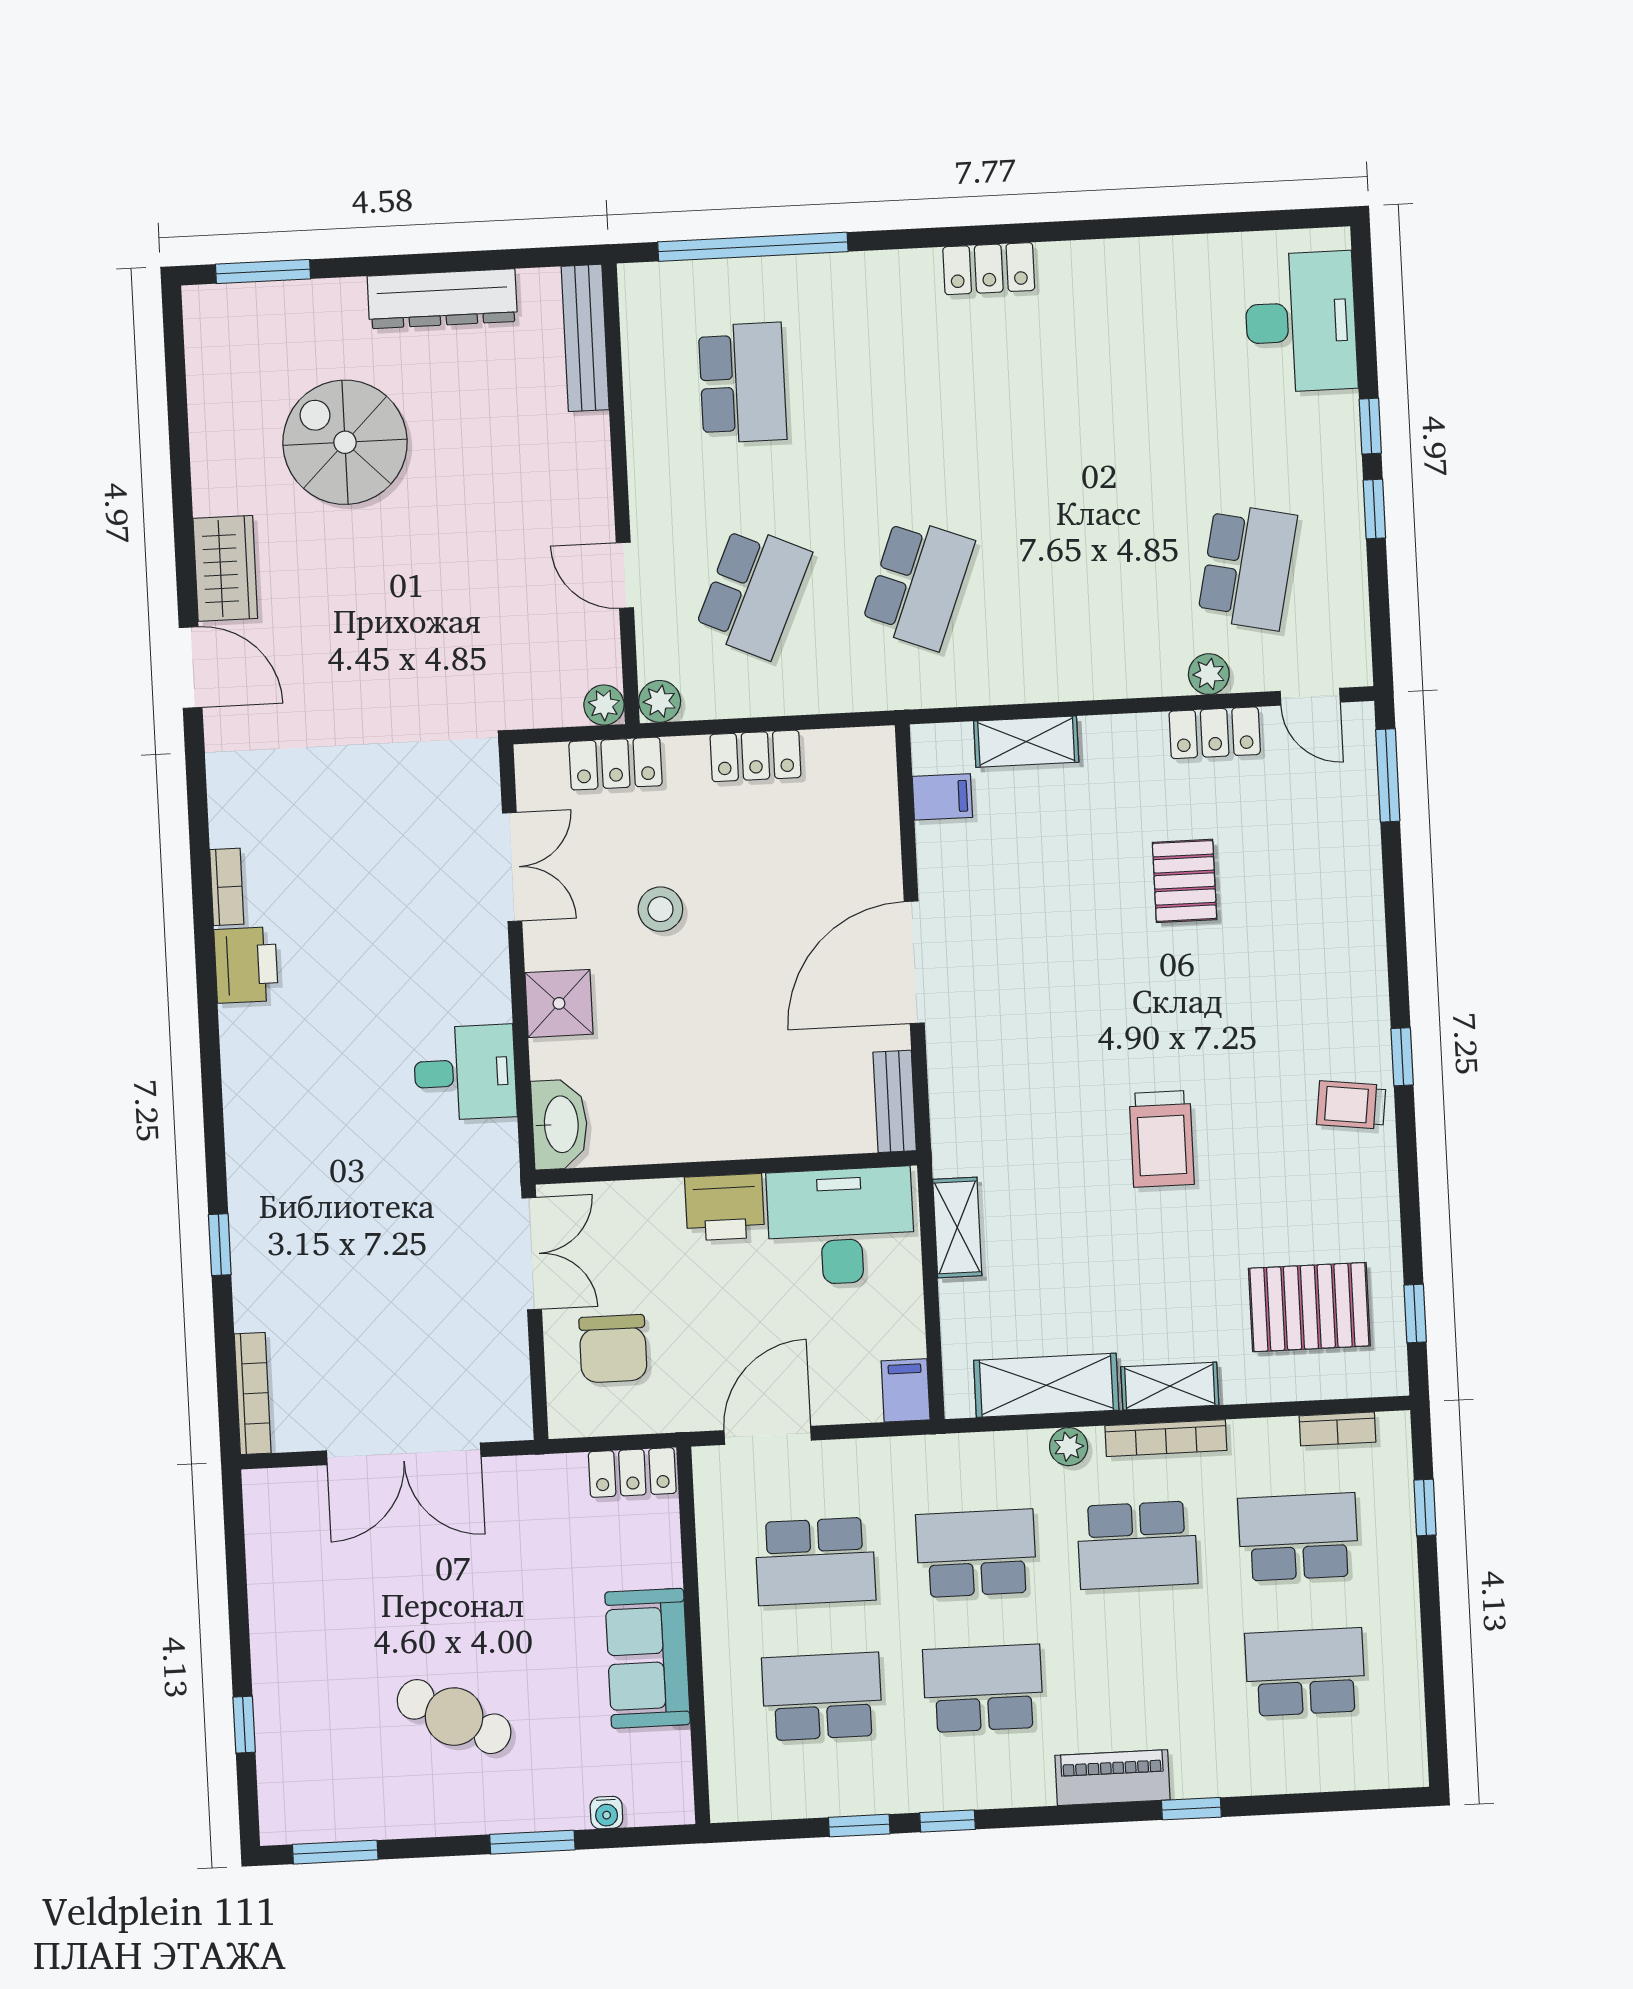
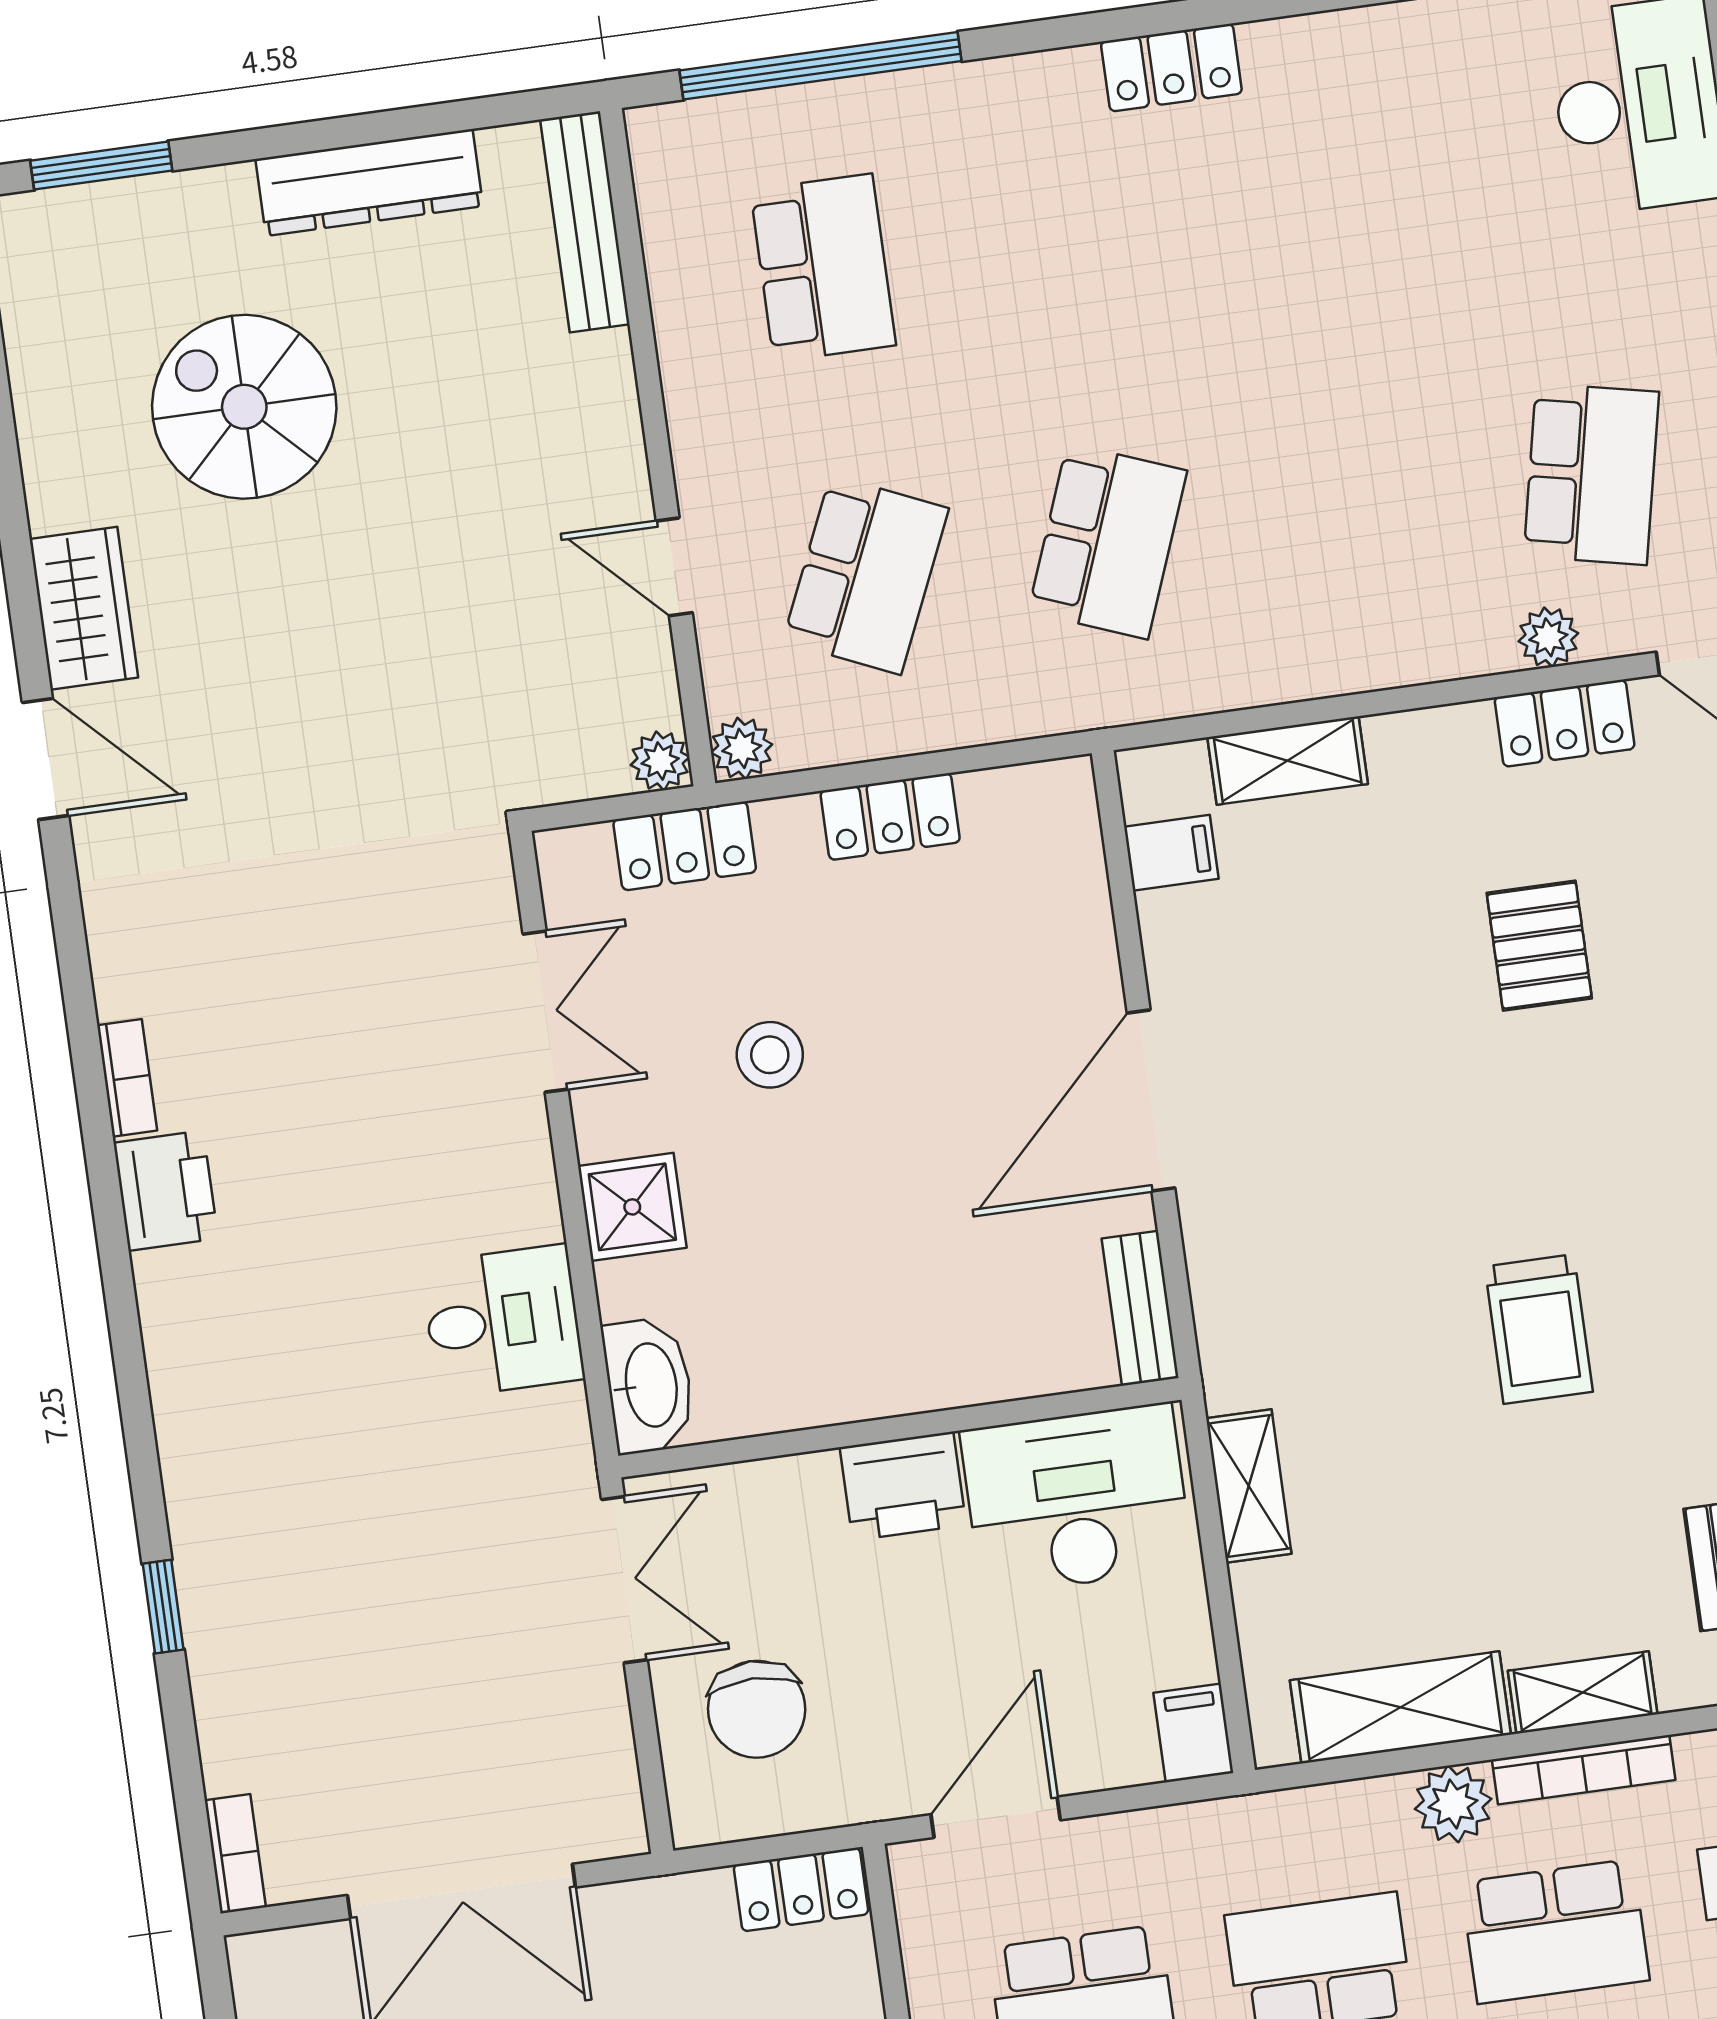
bookcase: (253, 1394) -> (235, 1854), width x0.64
plant: (1069, 1447) -> (1453, 1804), width x1.38, depth x1.38

